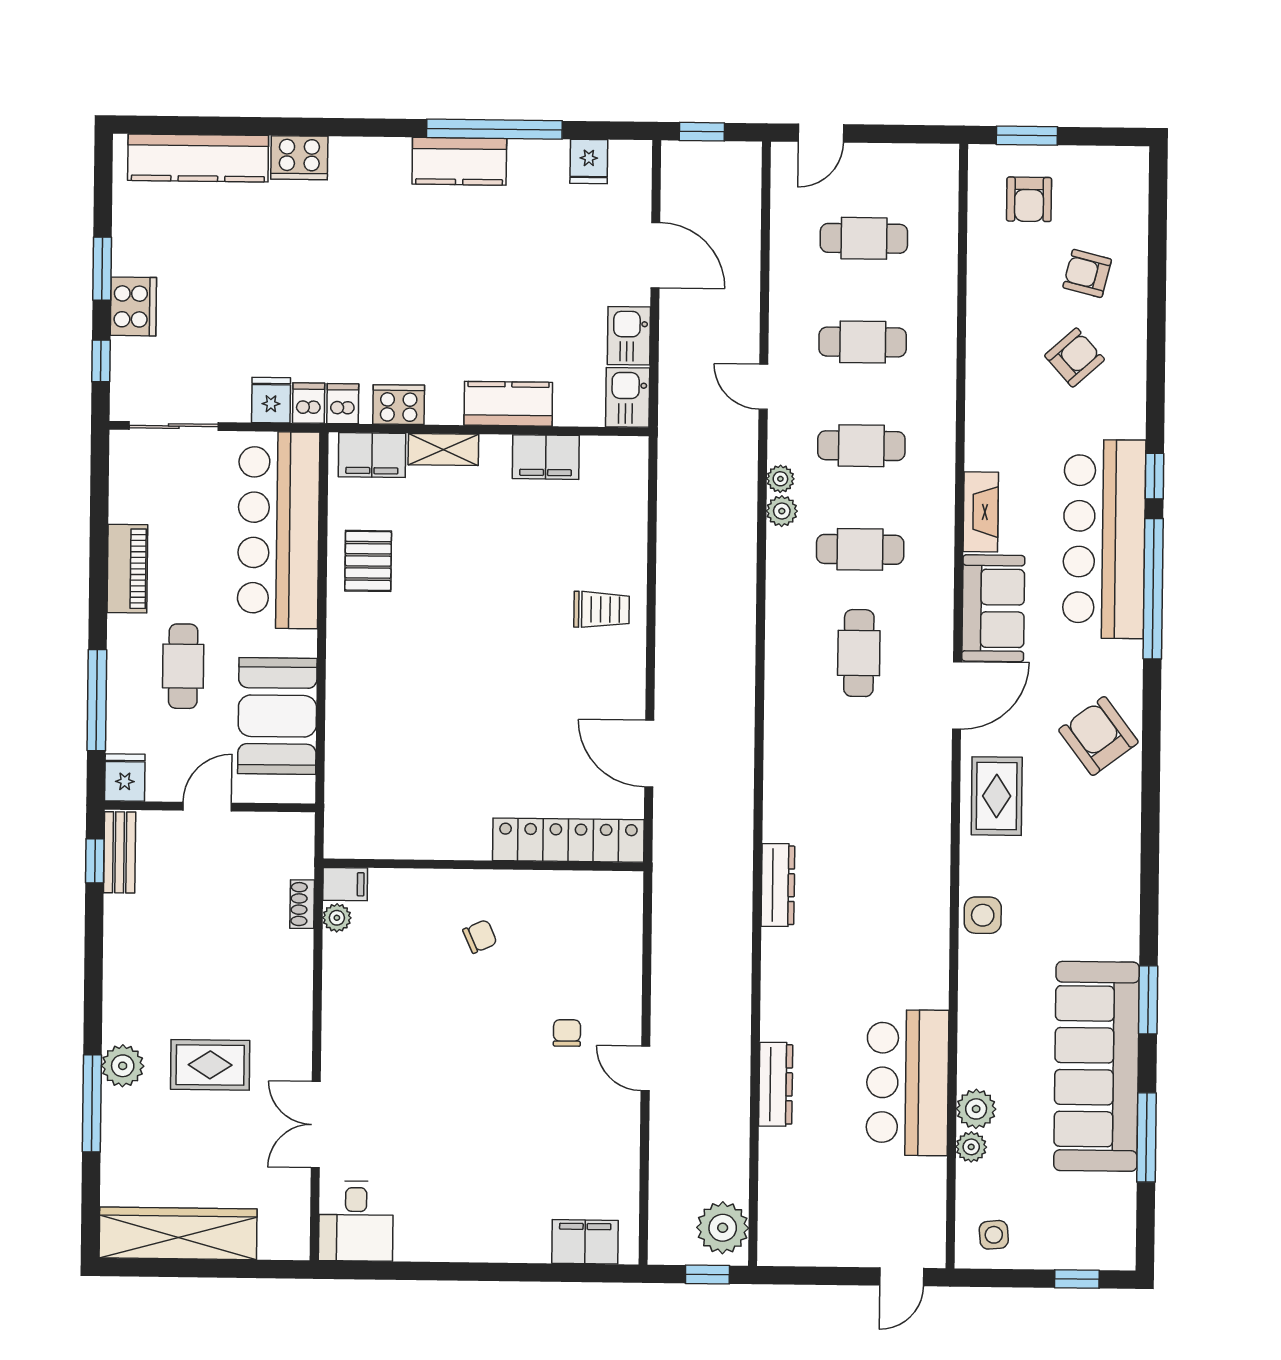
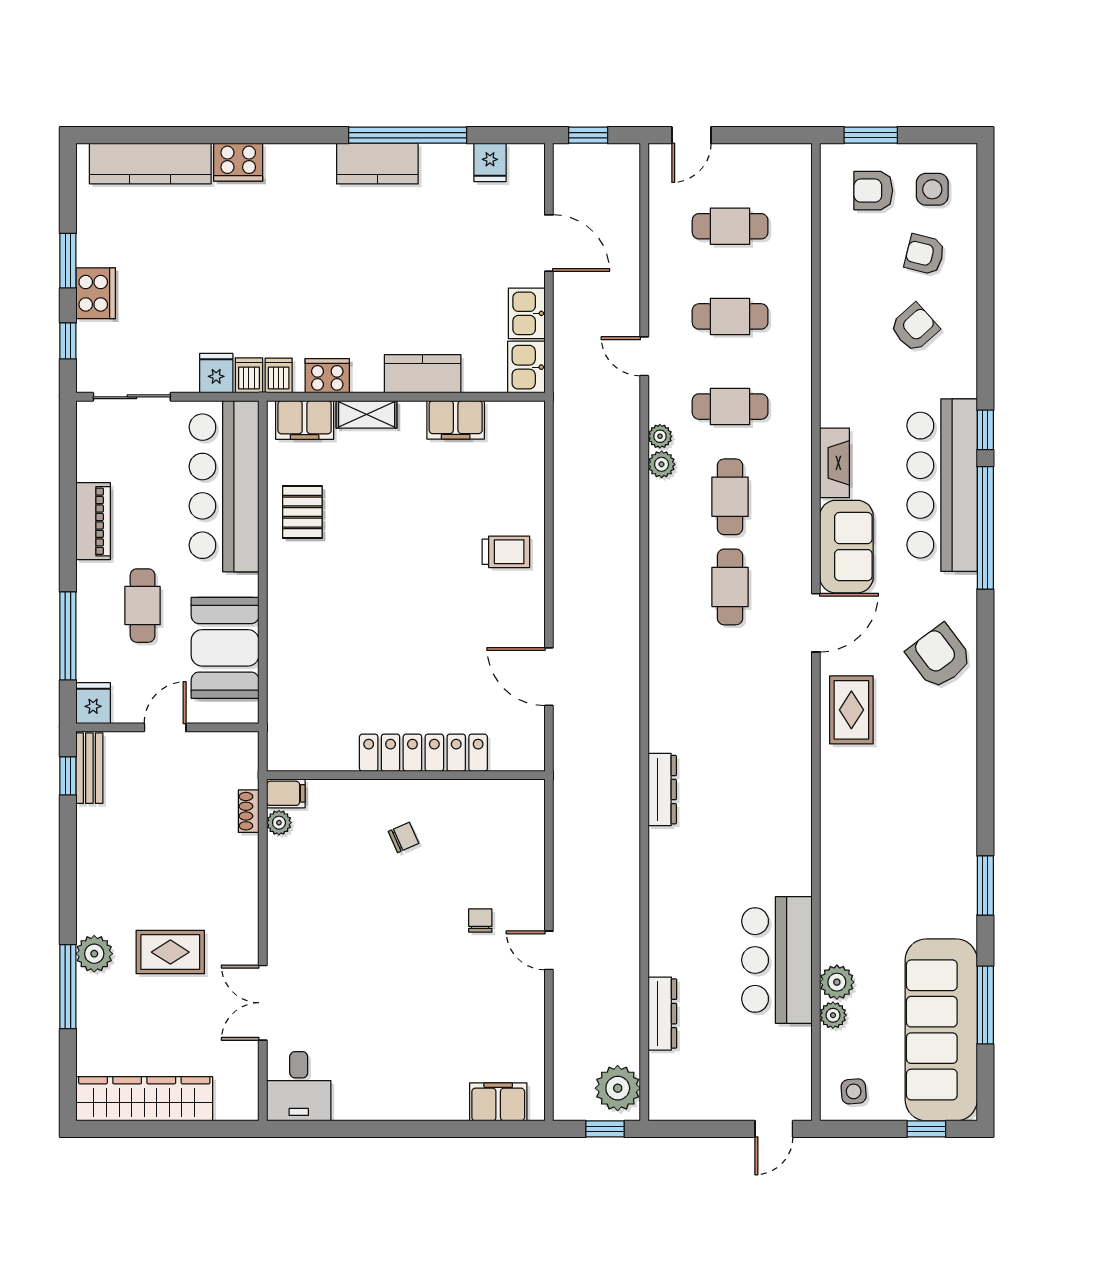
armchair: (1029, 199) -> (873, 191), turned 90
cafe table: (860, 549) -> (730, 497), turned 90
locker: (568, 840) -> (423, 753), moved
side table: (983, 915) -> (932, 189), moved
sofa: (1097, 1066) -> (941, 1030), moved
dresser: (776, 1084) -> (662, 1014), moved

